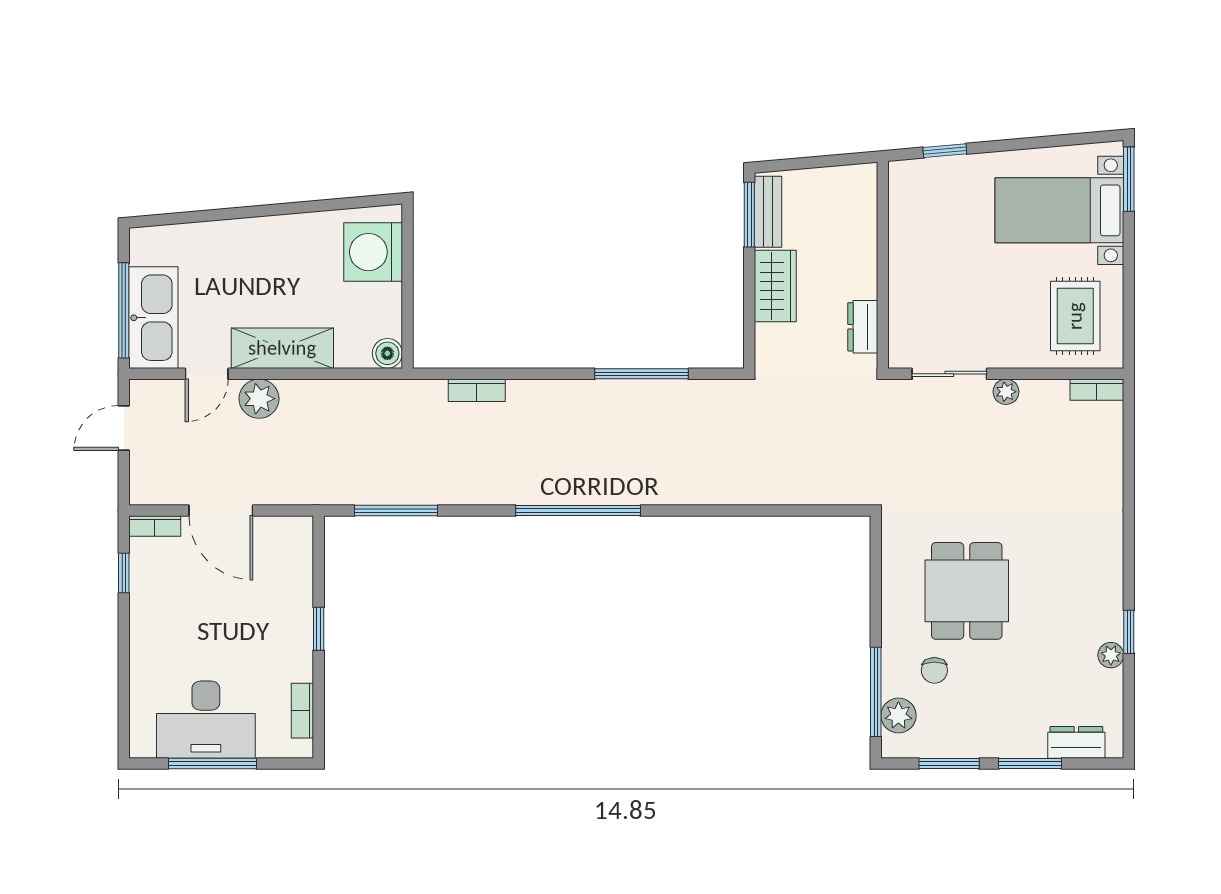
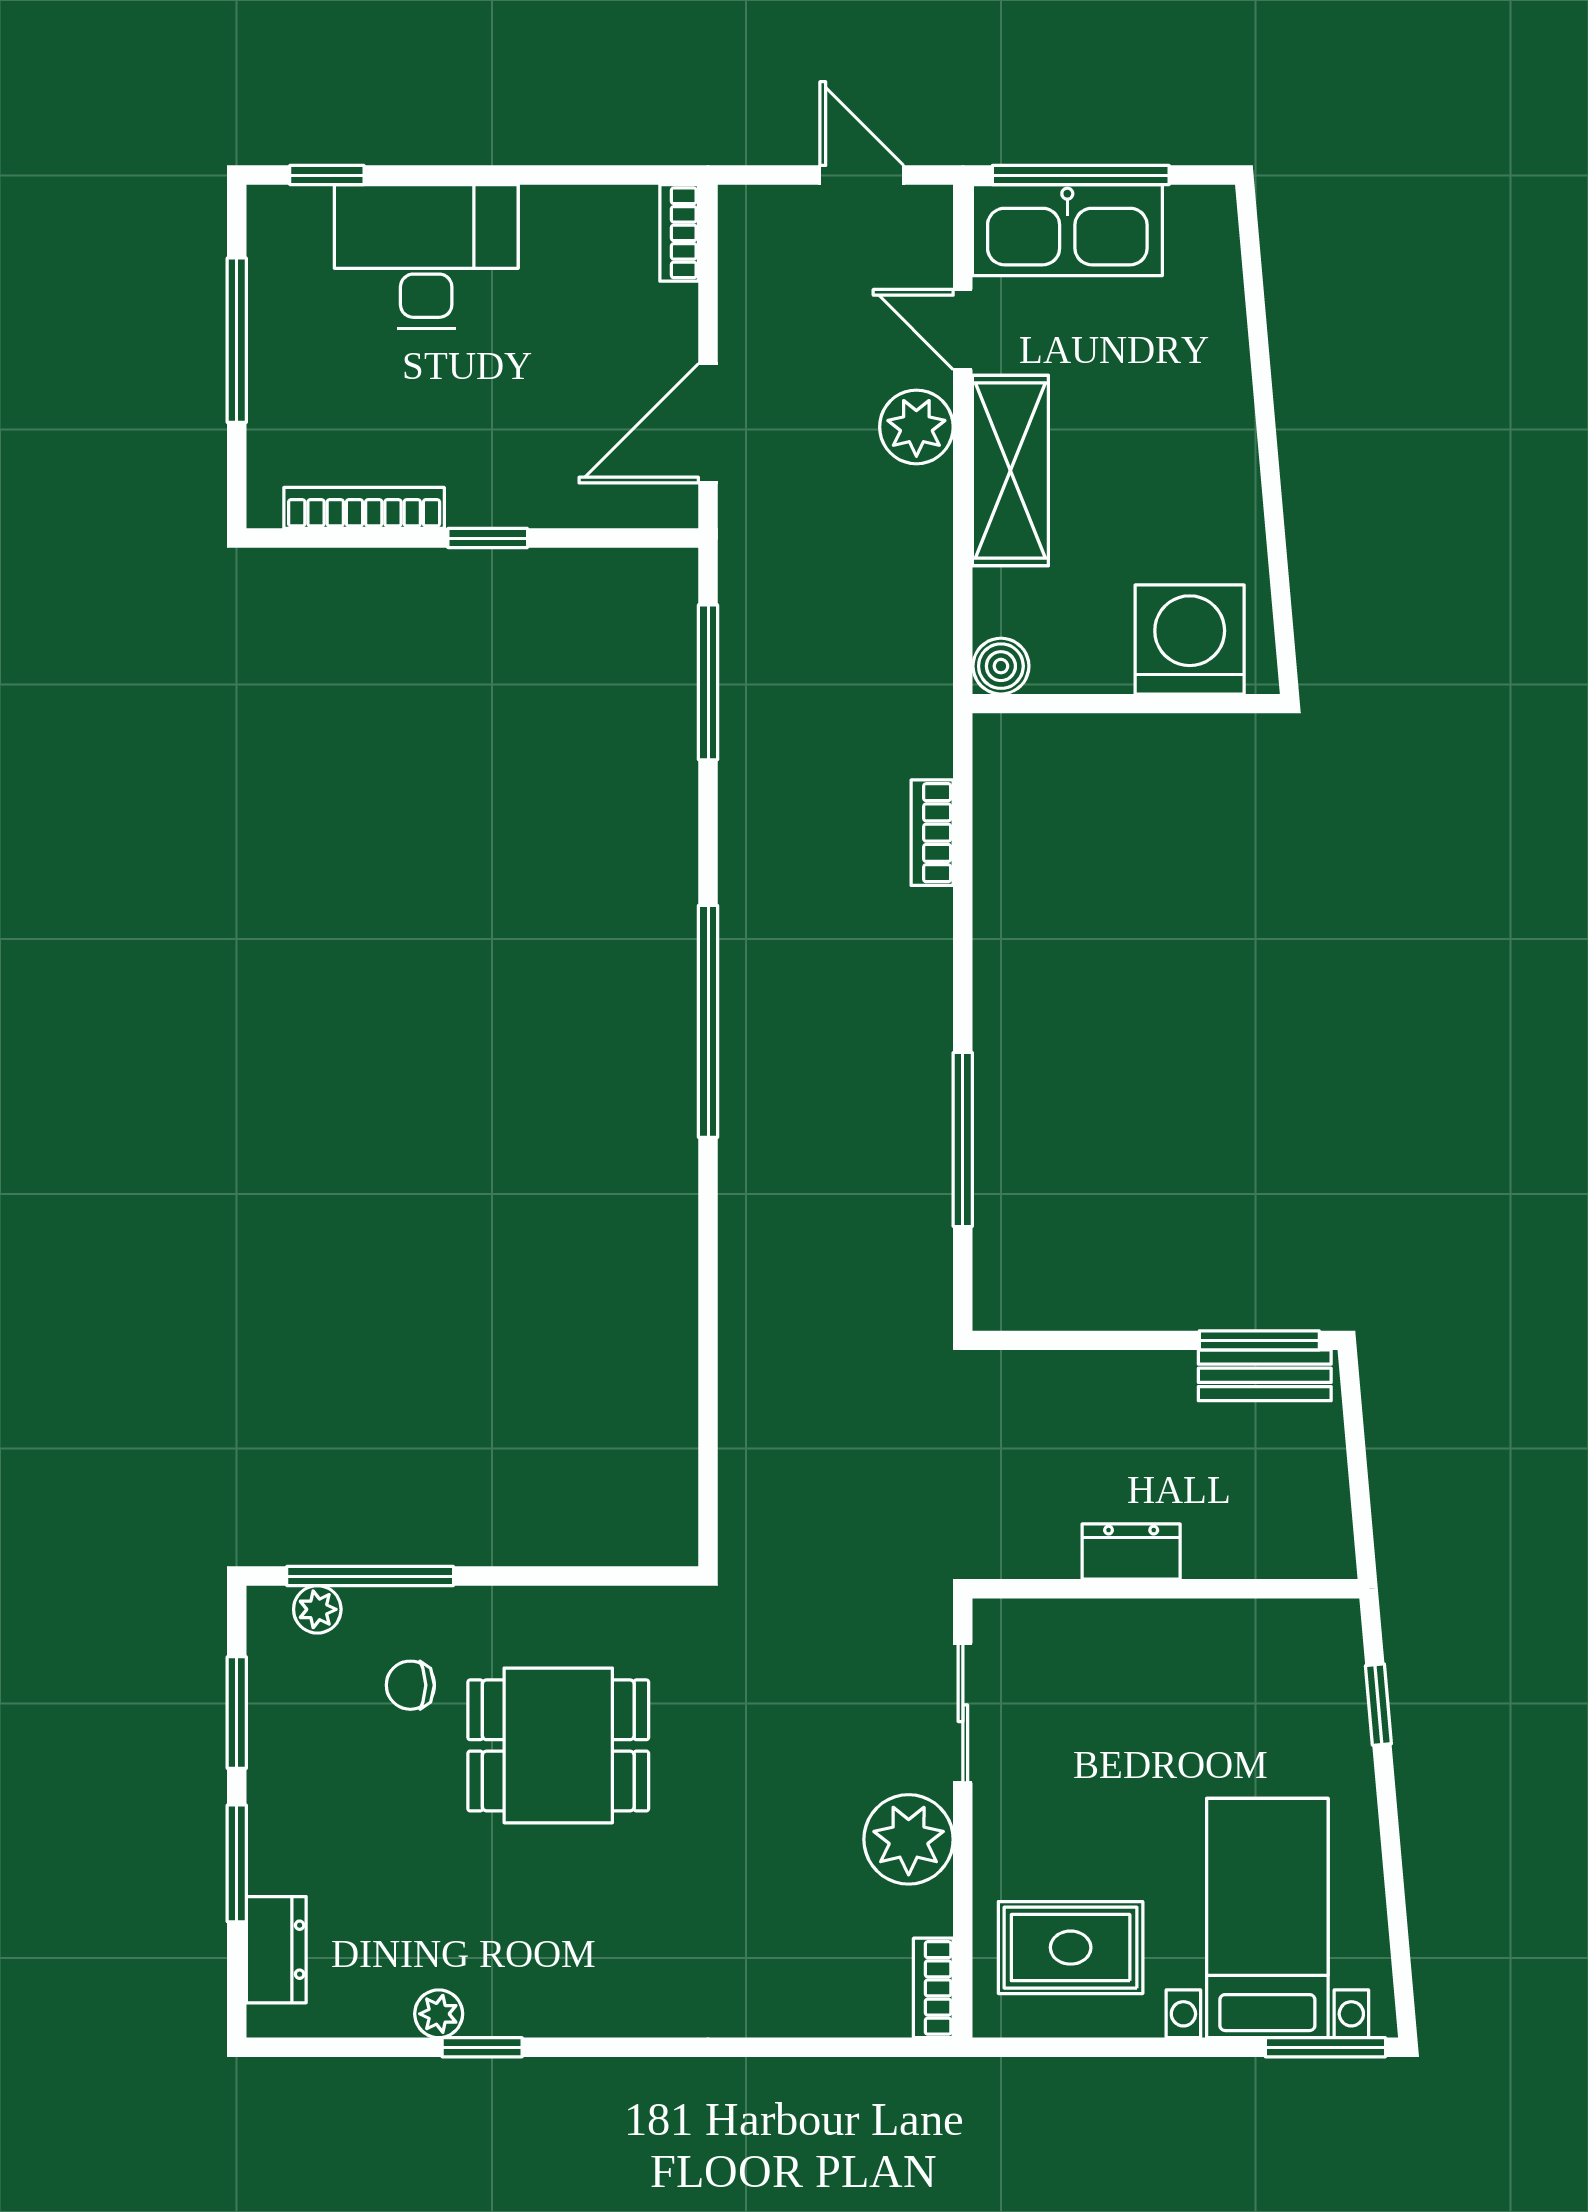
wardrobe: (775, 286) -> (1126, 1389), removed
dresser: (863, 327) -> (1131, 1552), moved
plant: (1006, 392) -> (909, 1839), width x1.88, depth x1.88
door: (221, 511) -> (708, 423), moved
window: (124, 573) -> (327, 175), moved
bookcase: (302, 711) -> (364, 508), width x1.56
plant: (898, 716) -> (317, 1609), width x0.73, depth x0.73
desk: (206, 720) -> (426, 257), moved, turned 90

